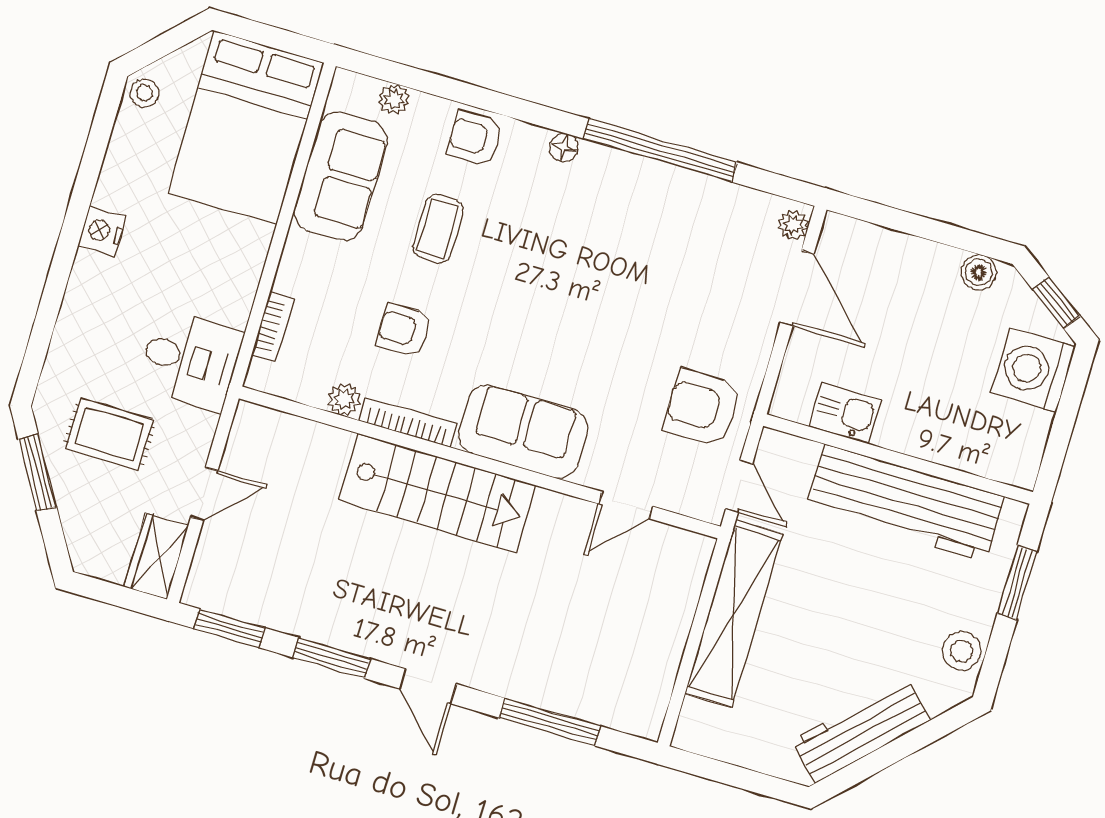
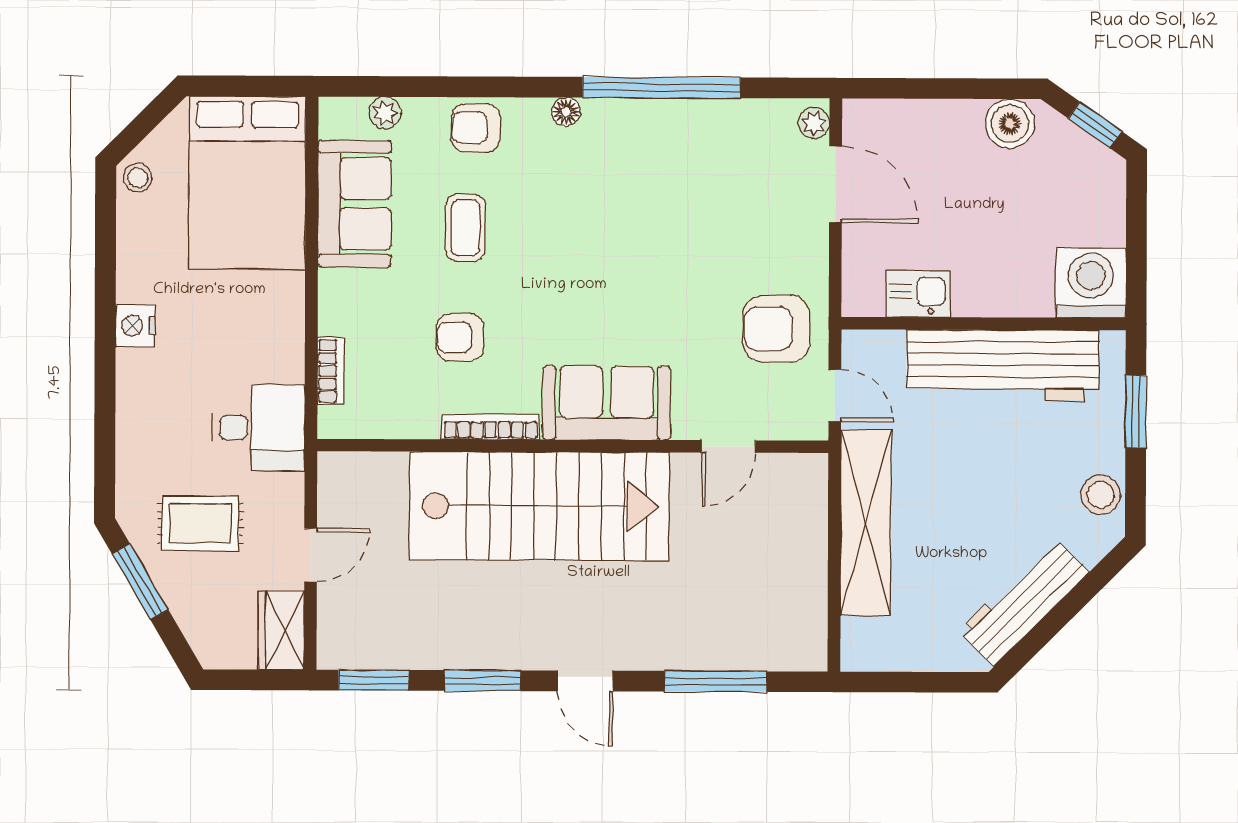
boiler: (979, 272) -> (1010, 124), width x1.36, depth x1.36
washing machine: (1033, 370) -> (1091, 283), moved, turned 90
plant: (344, 399) -> (421, 422), removed
stairs: (437, 493) -> (539, 506), width x1.36, depth x1.51

